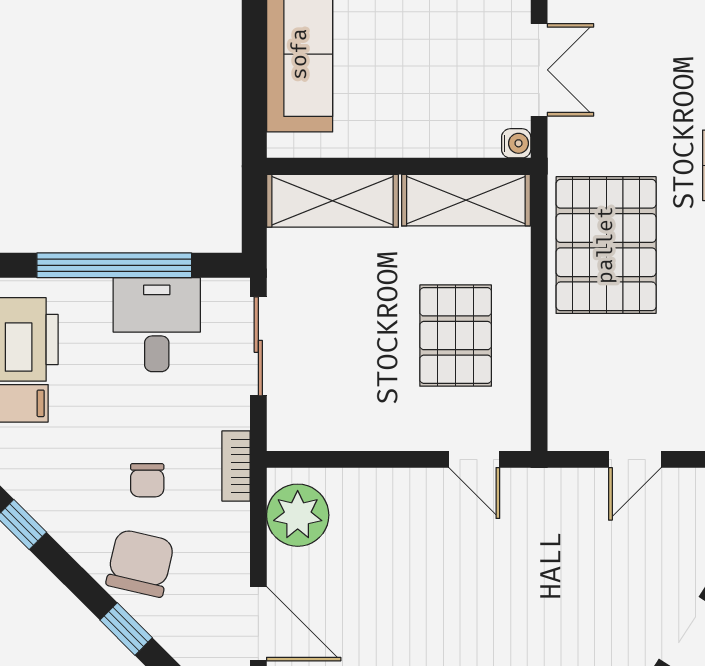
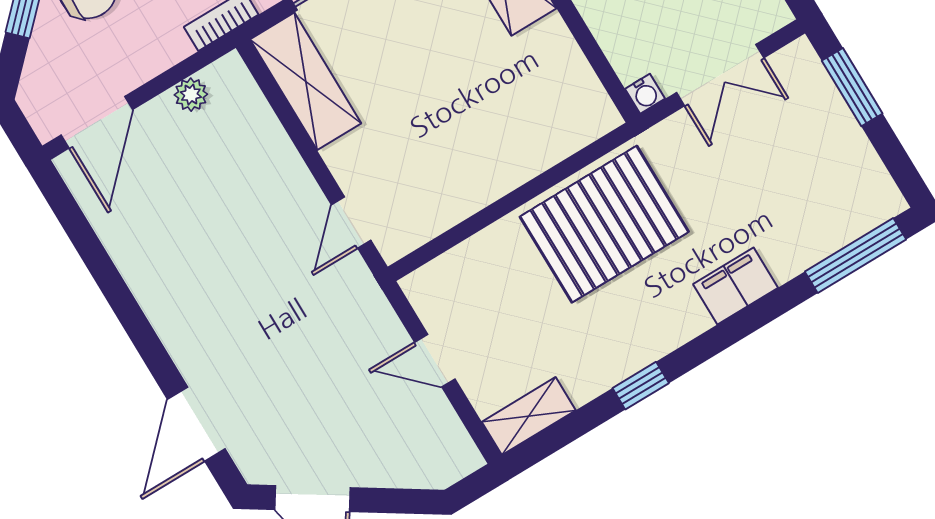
shelving: (466, 200) -> (306, 81), moved
pallet: (456, 336) -> (448, 142), removed
plant: (298, 515) -> (191, 95), width x0.53, depth x0.53

